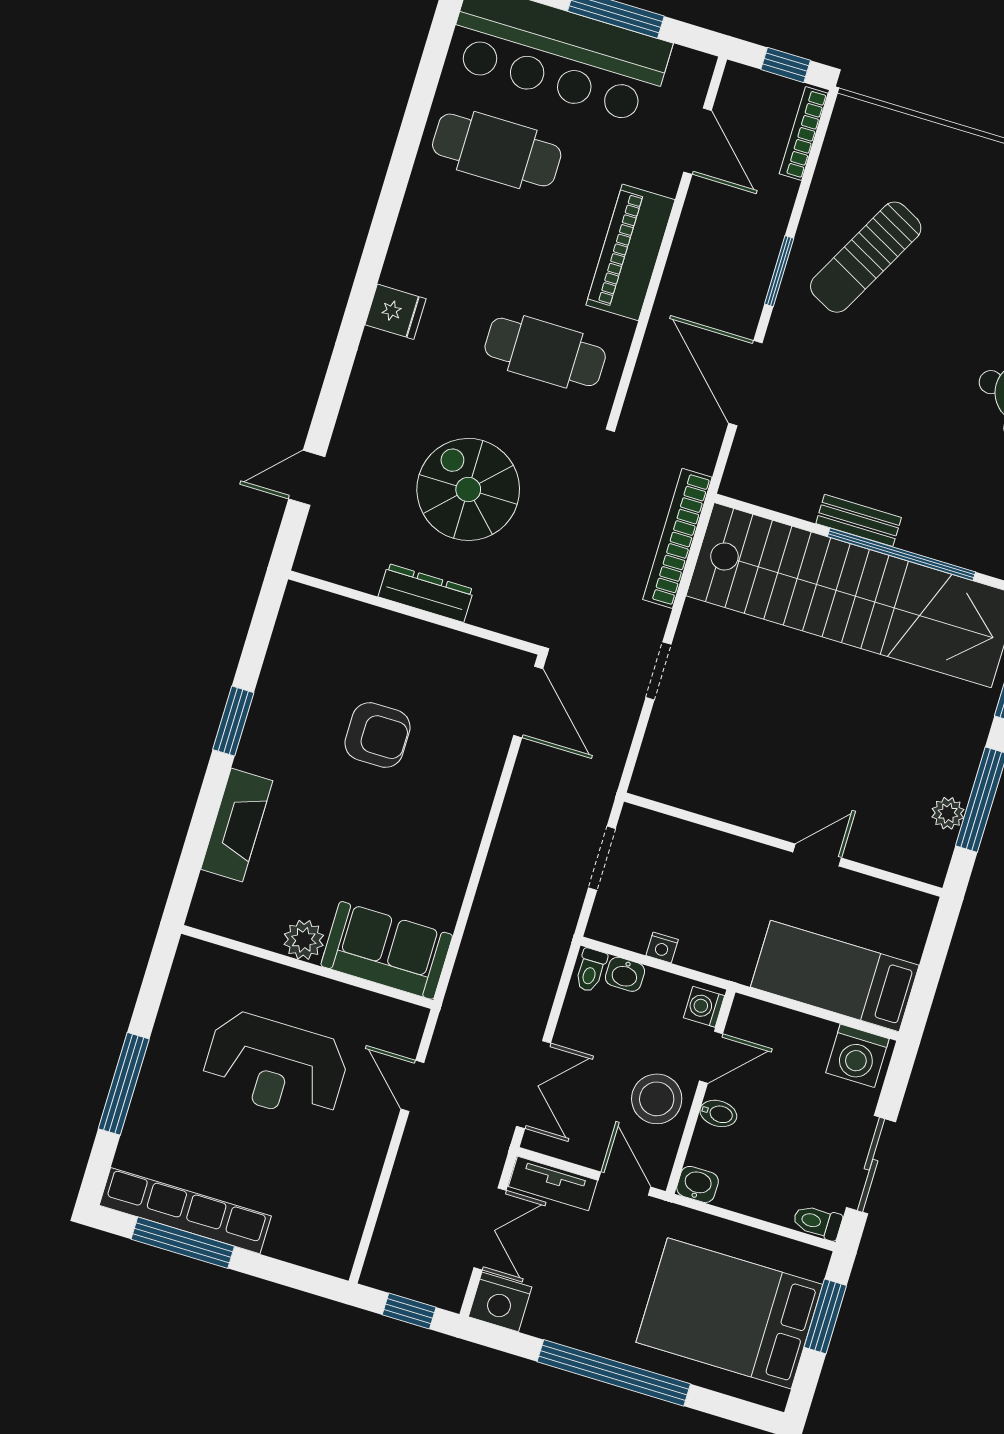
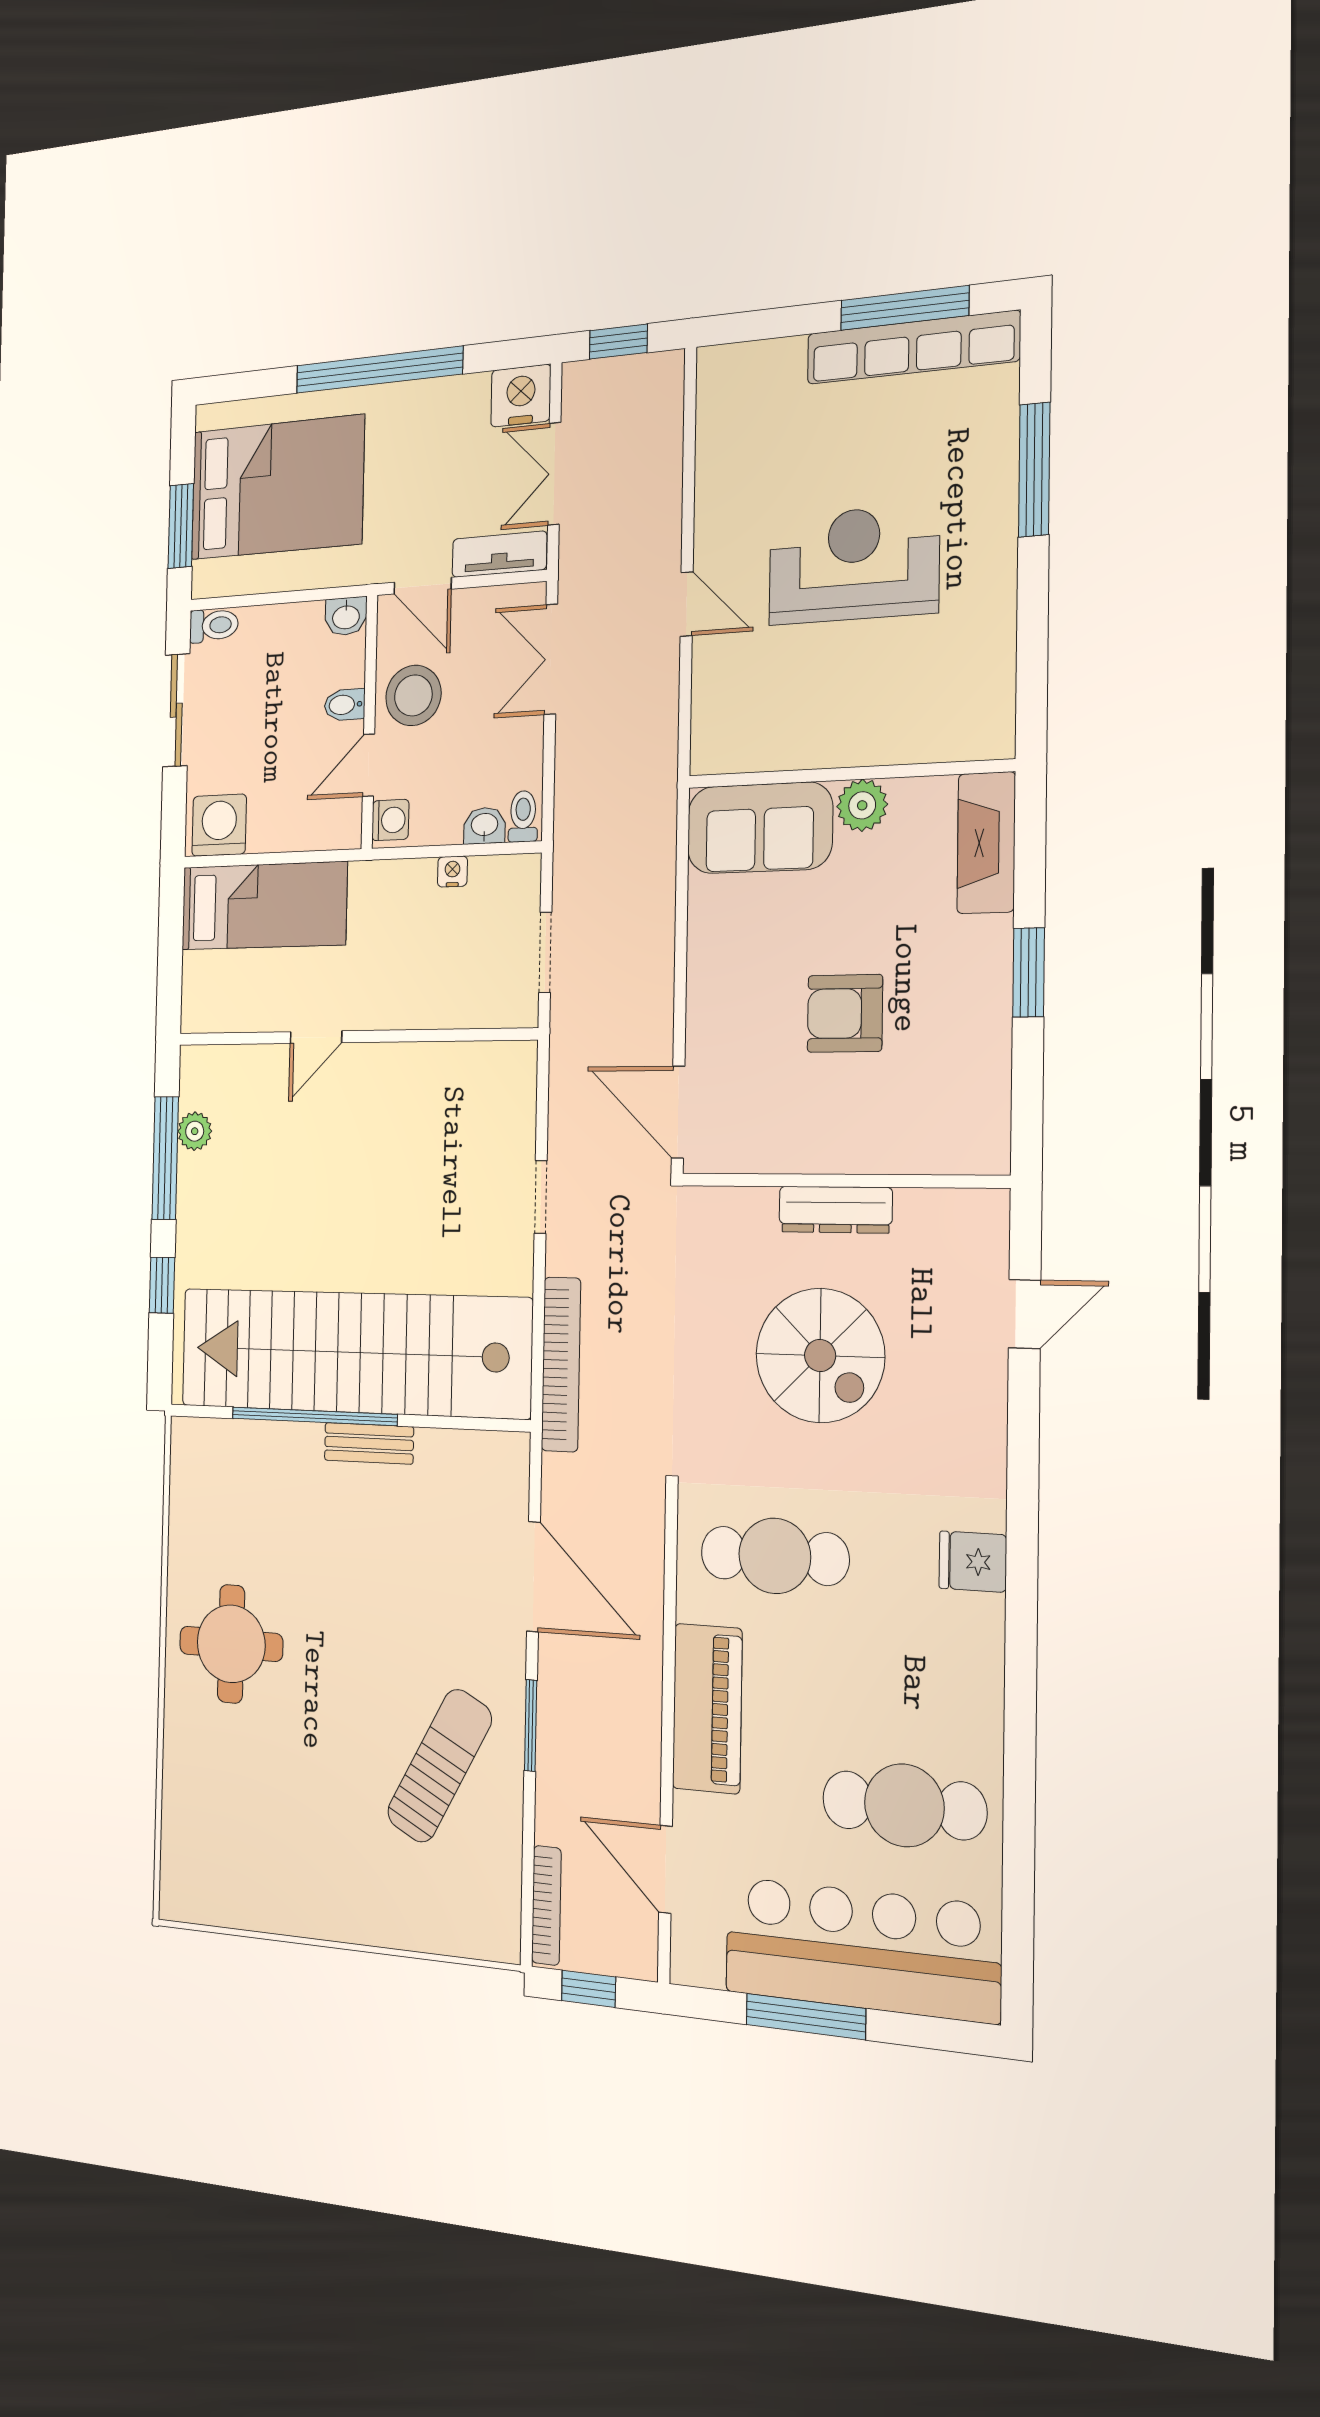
plant: (304, 940) -> (862, 805), moved
sofa: (387, 950) -> (760, 828), moved
wall: (307, 967) -> (849, 774), moved

